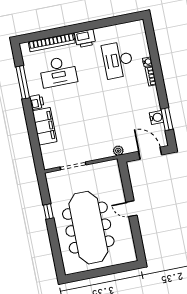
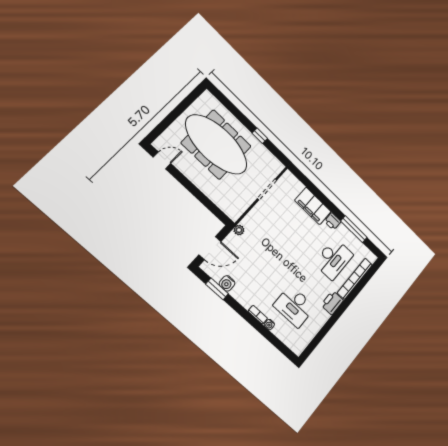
desk: (118, 60) -> (294, 306), turned 180
desk: (58, 72) -> (334, 259), turned 180
door: (131, 209) -> (162, 160), moved

